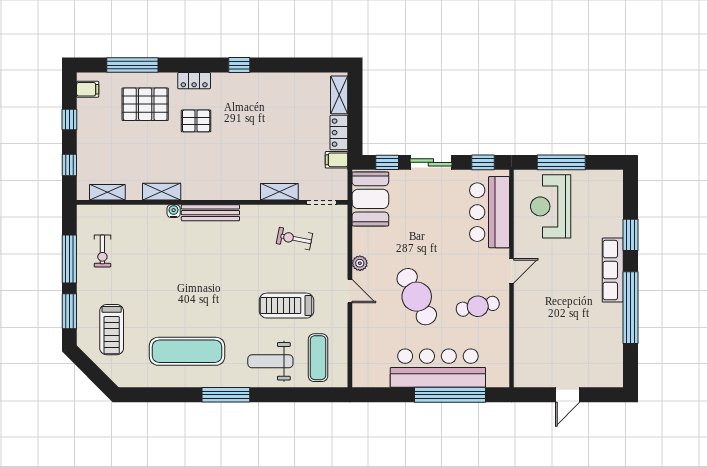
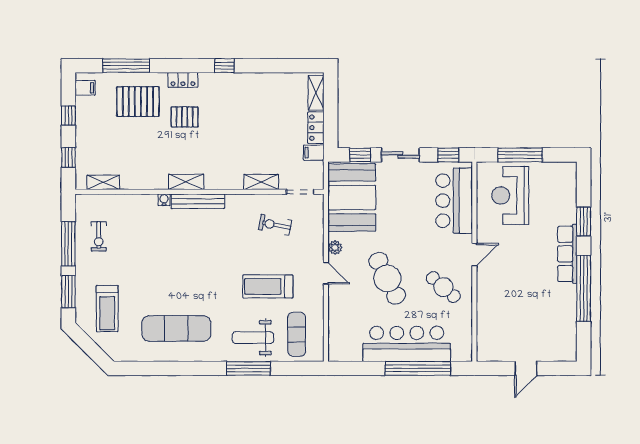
shelving: (162, 192) -> (186, 182), moved
booth: (370, 199) -> (352, 198), width x1.36, depth x1.42
cafe table: (478, 306) -> (443, 287), turned 52
window: (226, 395) -> (248, 368), moved

